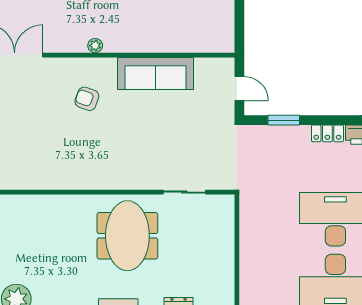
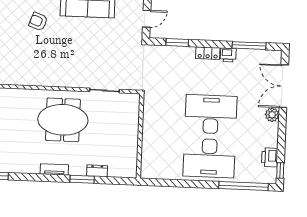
door: (239, 89) -> (147, 19), hinge flipped
meeting table: (127, 236) -> (63, 120), turned 90

